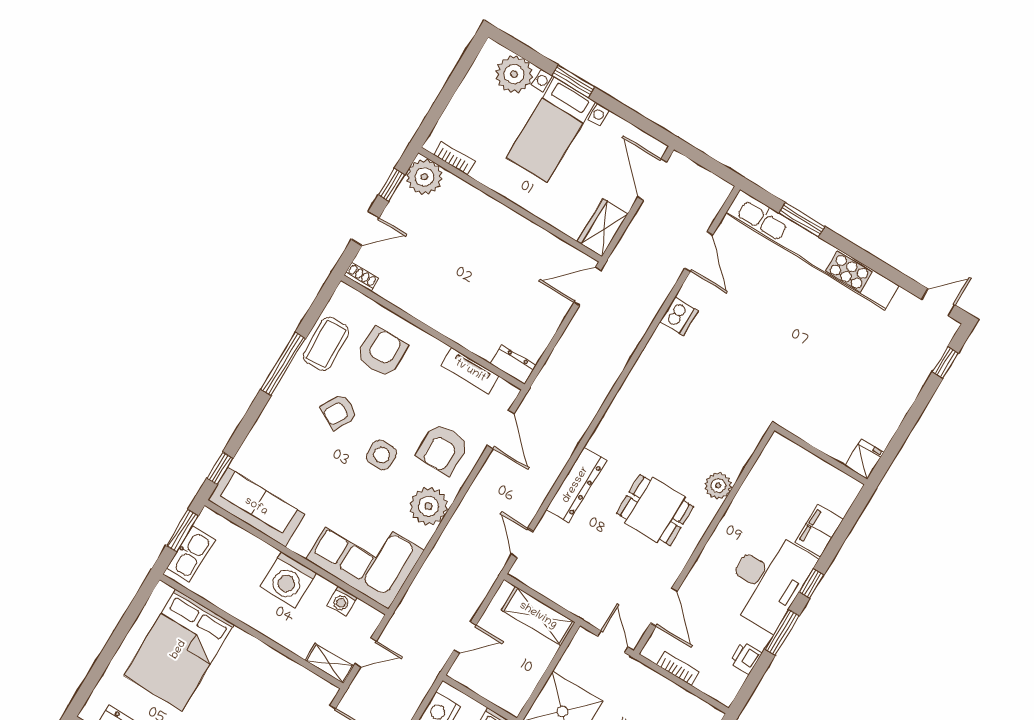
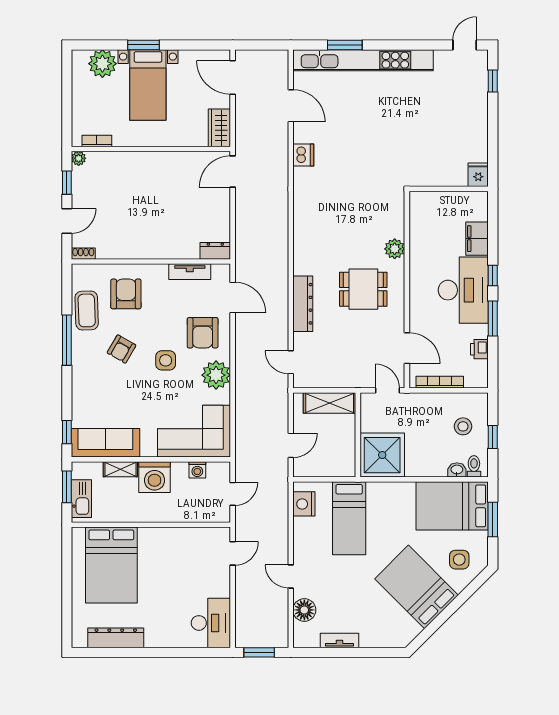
plant: (424, 177) -> (79, 158), width x0.53, depth x0.53
shelving: (329, 663) -> (120, 469), moved
bookcase: (678, 668) -> (440, 382), width x1.56

